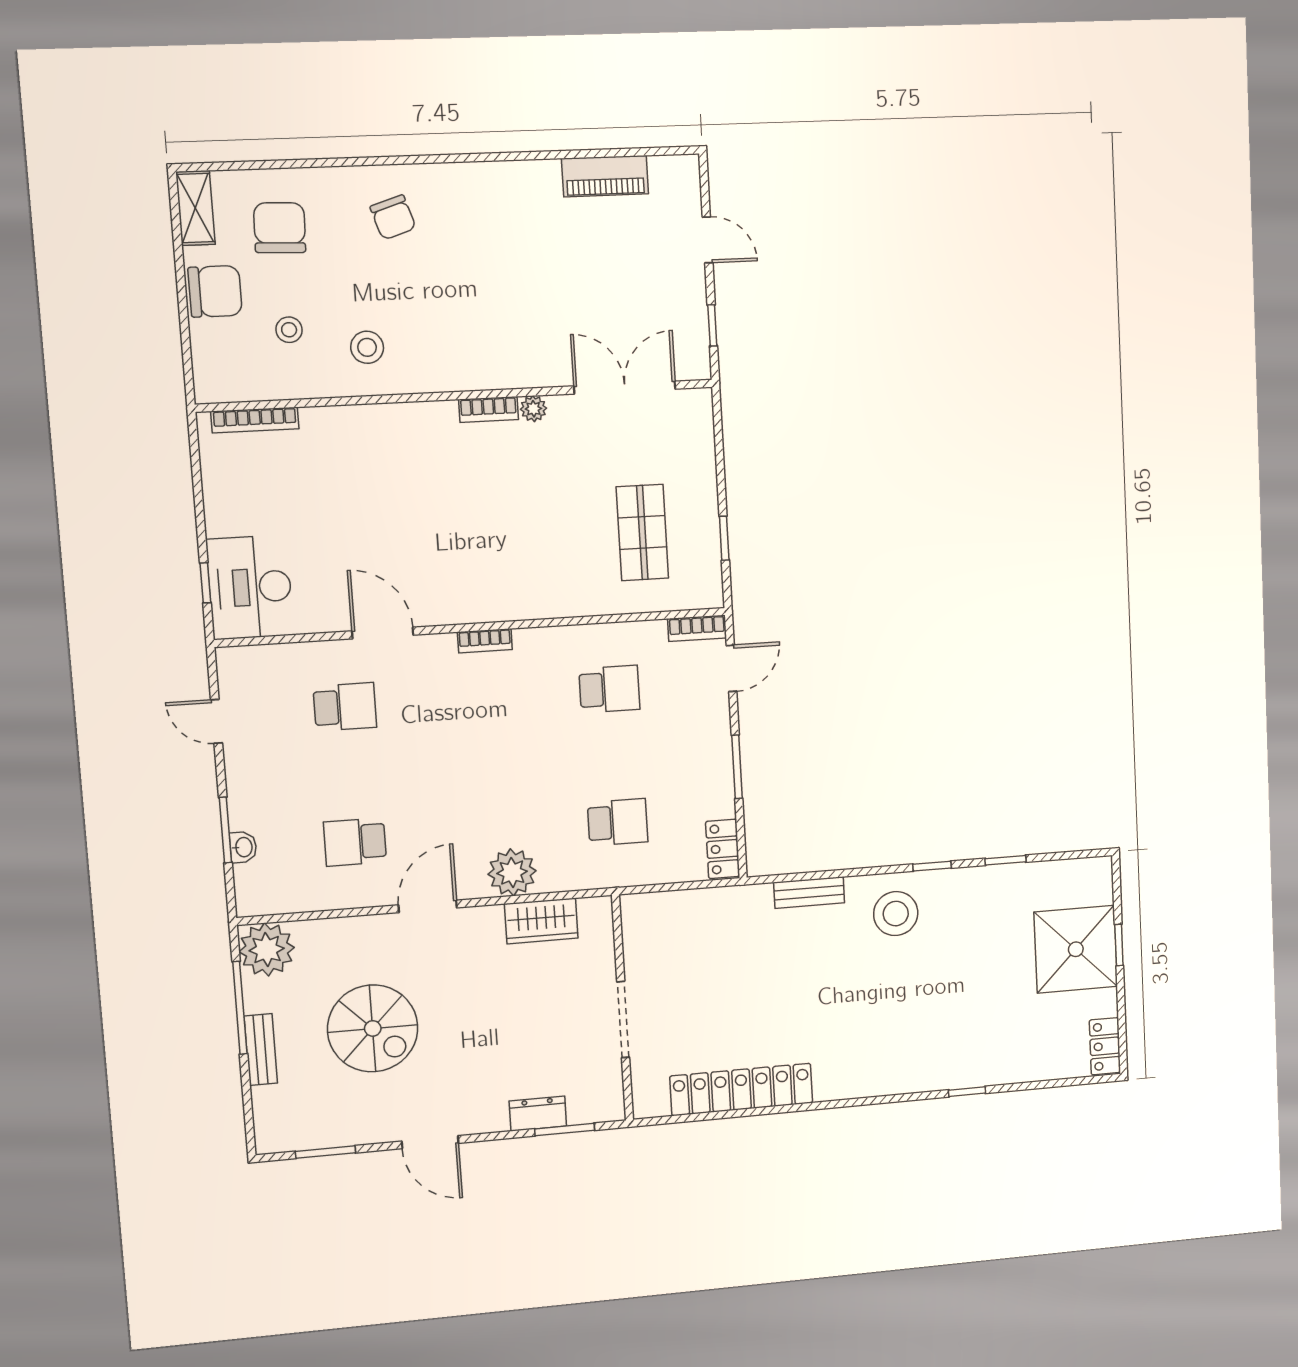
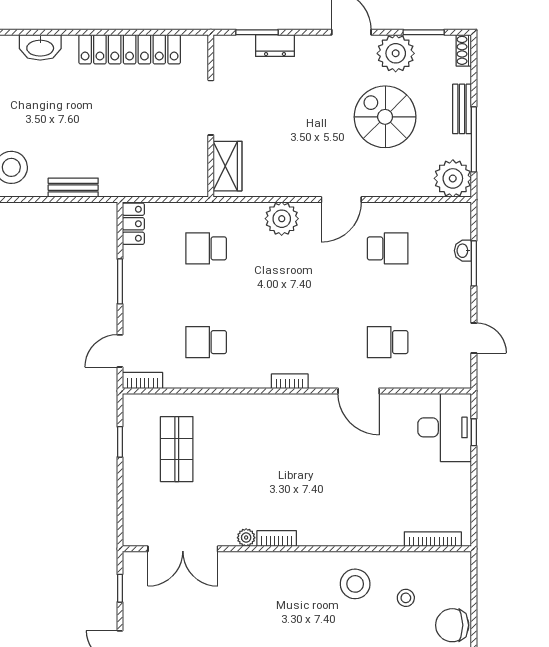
stool: (367, 347) -> (355, 584), width x1.38, depth x1.38
wardrobe: (541, 921) -> (228, 166), moved, turned 90
washbasin: (864, 1081) -> (40, 47), added
plant: (364, 1119) -> (396, 53), added
shoe rack: (265, 1132) -> (464, 50), added

